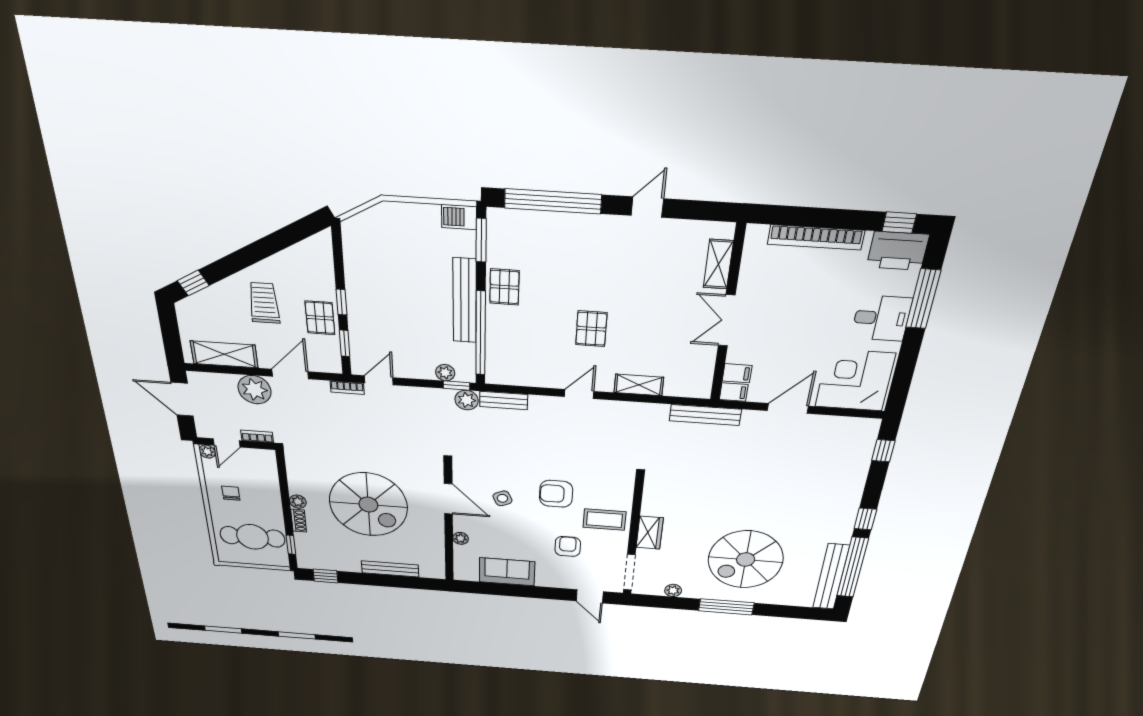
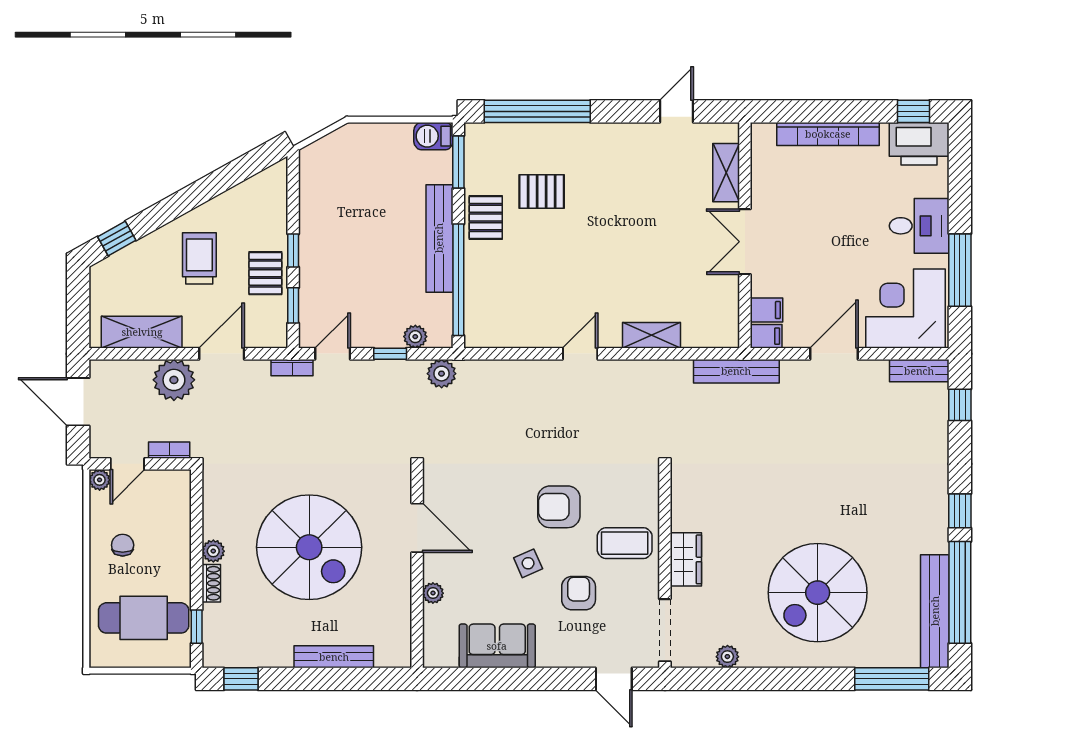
door: (647, 207) -> (677, 111), moved
window: (923, 299) -> (960, 270), moved
pallet: (591, 329) -> (542, 192), moved, turned 90
window: (457, 386) -> (390, 354), moved
bench: (504, 401) -> (919, 371), moved
side table: (502, 498) -> (528, 563), moved
window: (726, 607) -> (892, 679), moved

